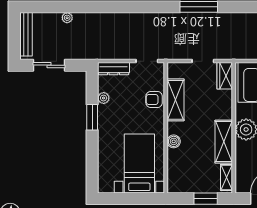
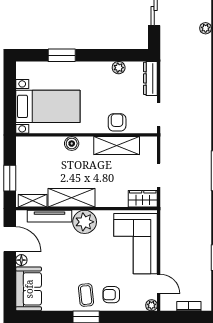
window: (92, 117) -> (62, 55), moved
tv unit: (241, 162) -> (50, 216), added

